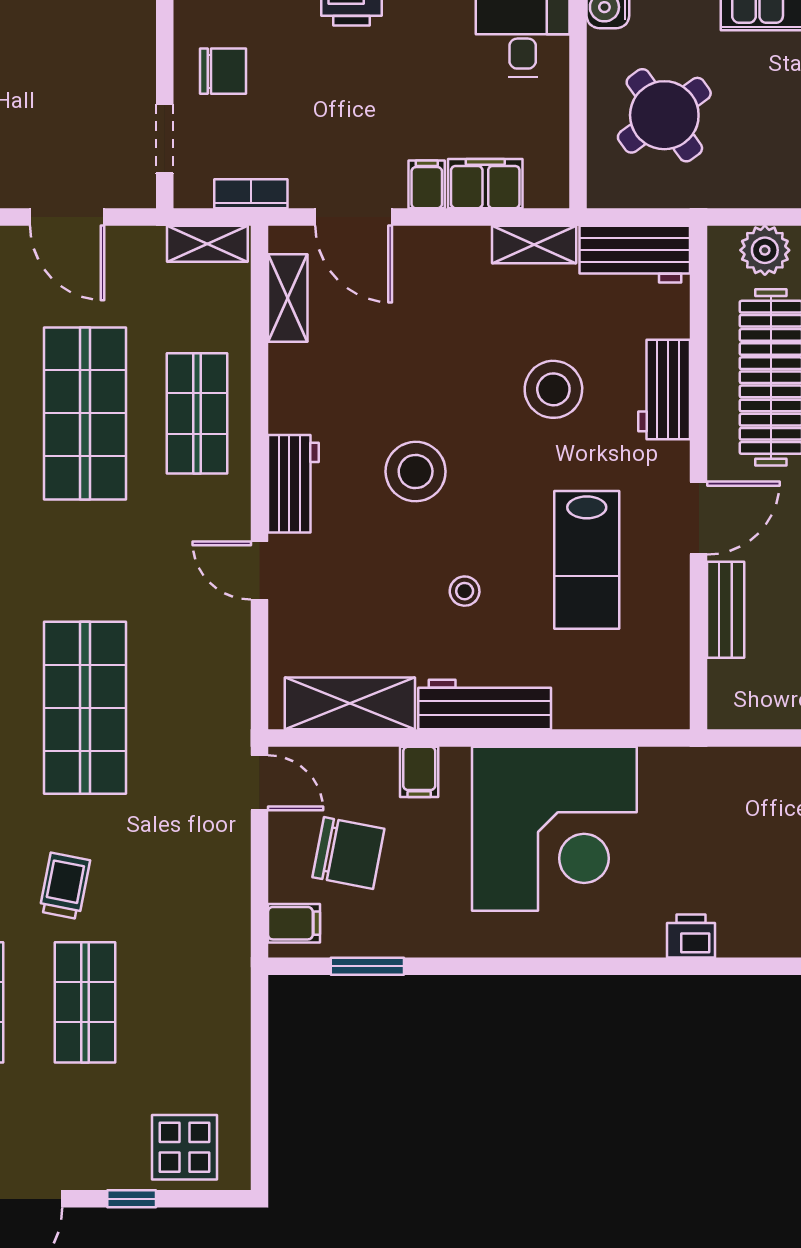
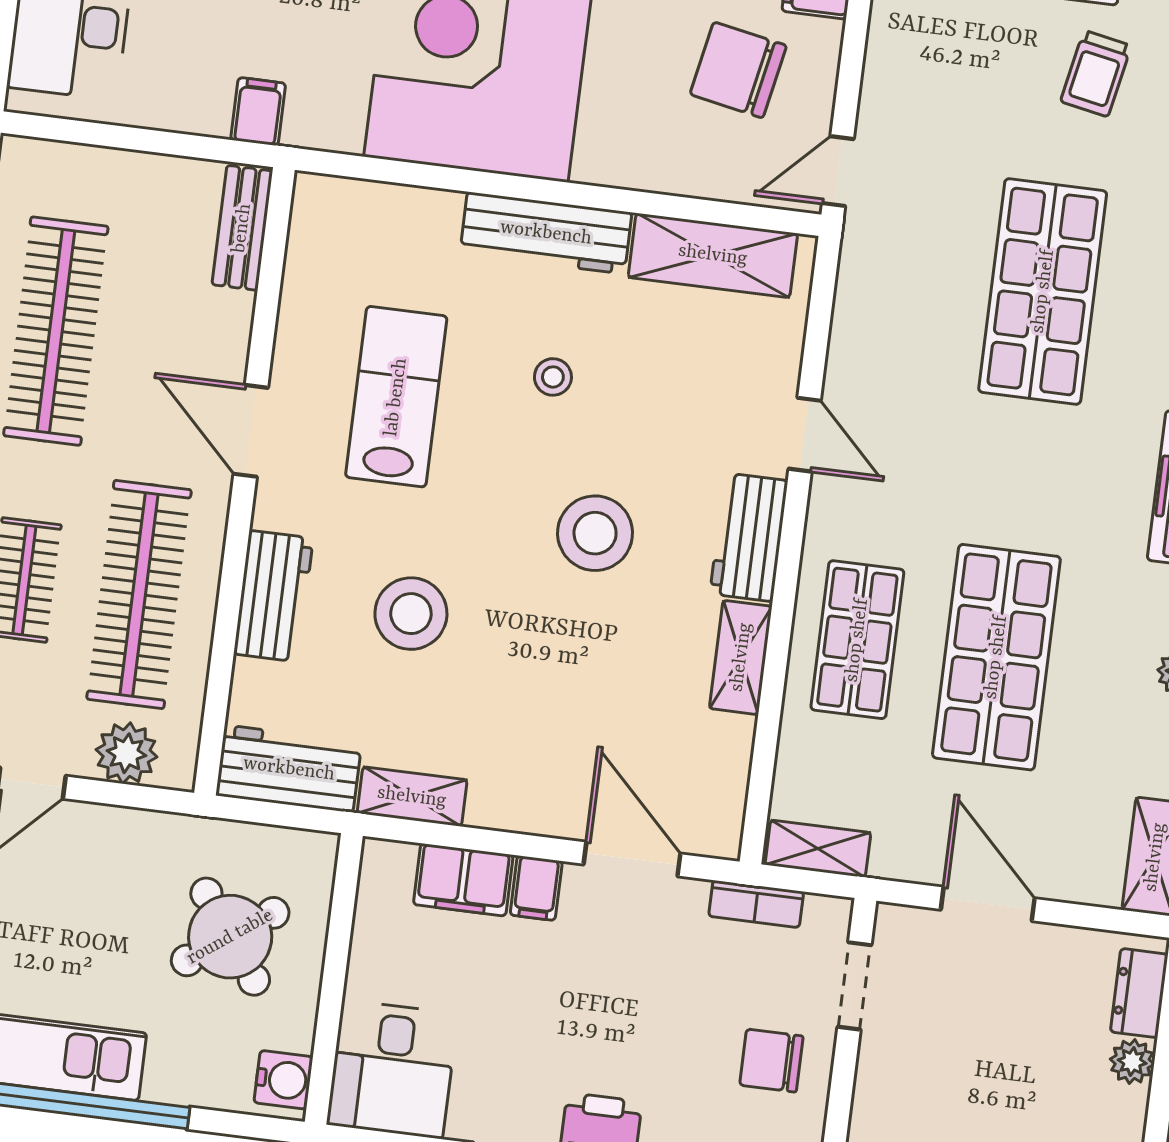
shelving: (288, 298) -> (741, 657), moved
door: (699, 518) -> (251, 431), hinge flipped
bench: (726, 610) -> (242, 228), moved
filing cabinet: (419, 772) -> (258, 112), moved
door: (259, 783) -> (838, 171), hinge flipped

